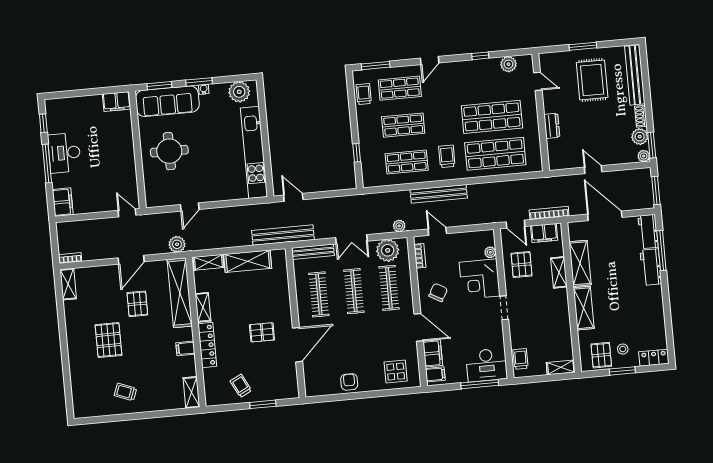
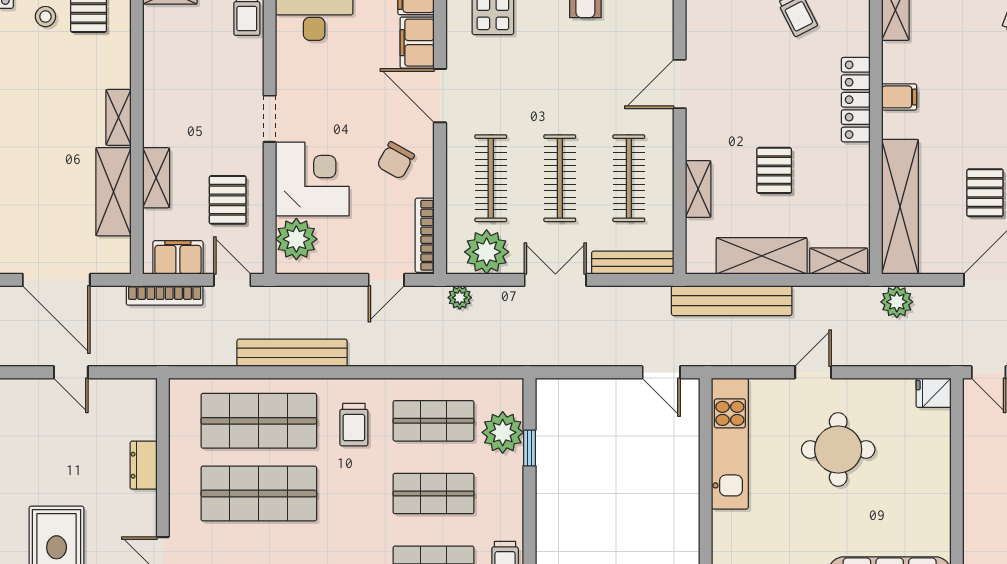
round table: (169, 151) -> (838, 449), moved
kitchen unit: (254, 152) -> (730, 444), width x0.73
plant: (371, 159) -> (503, 432), added
bench: (439, 194) -> (292, 353), moved
fridge: (154, 200) -> (934, 393), added
door: (190, 207) -> (813, 372), moved
door: (437, 231) -> (386, 280), hinge flipped
bench: (283, 235) -> (732, 301), moved
plant: (490, 252) -> (296, 239), width x1.87, depth x1.87
bookcase: (420, 256) -> (425, 235), width x1.56
shelving: (203, 307) -> (698, 189), moved
shelving: (584, 308) -> (118, 117), width x0.67, depth x0.75
pallet: (262, 332) -> (774, 170), moved, turned 90
door: (298, 345) -> (680, 84), width x0.73

